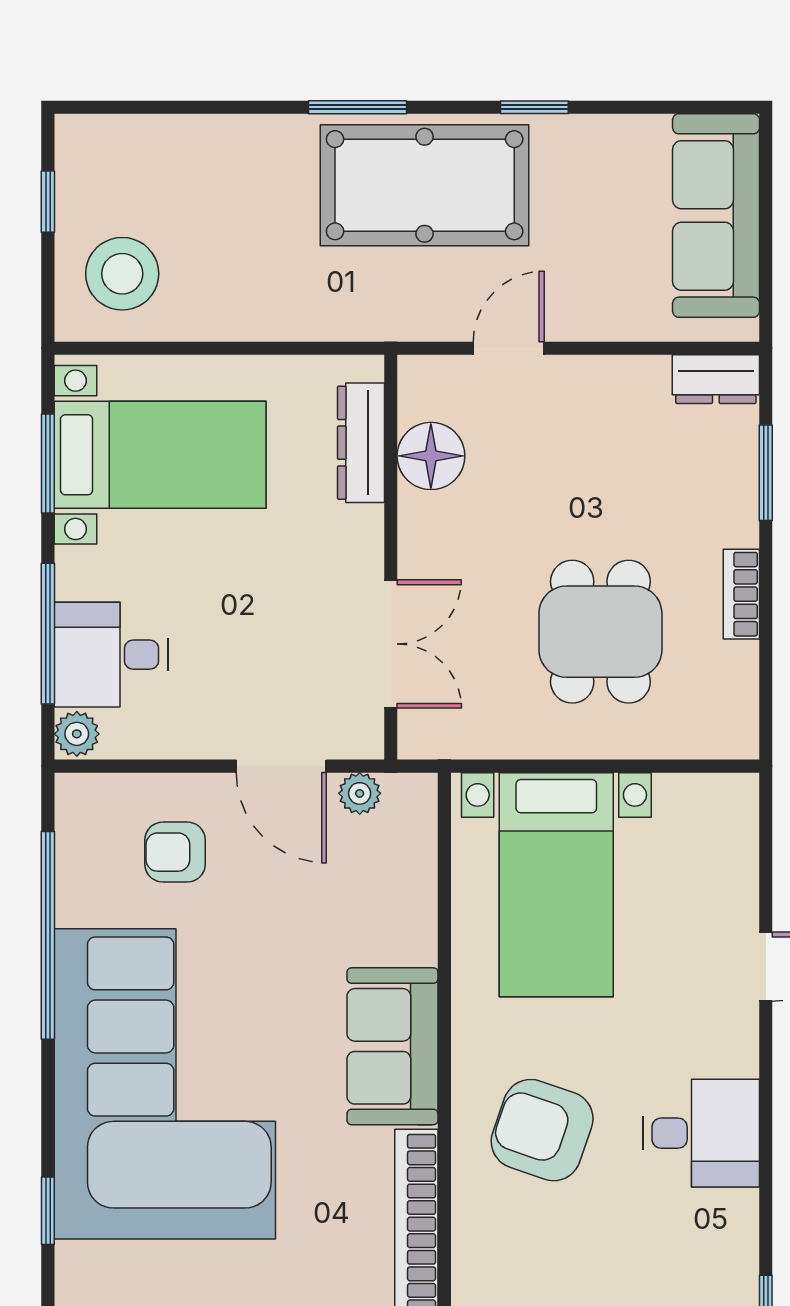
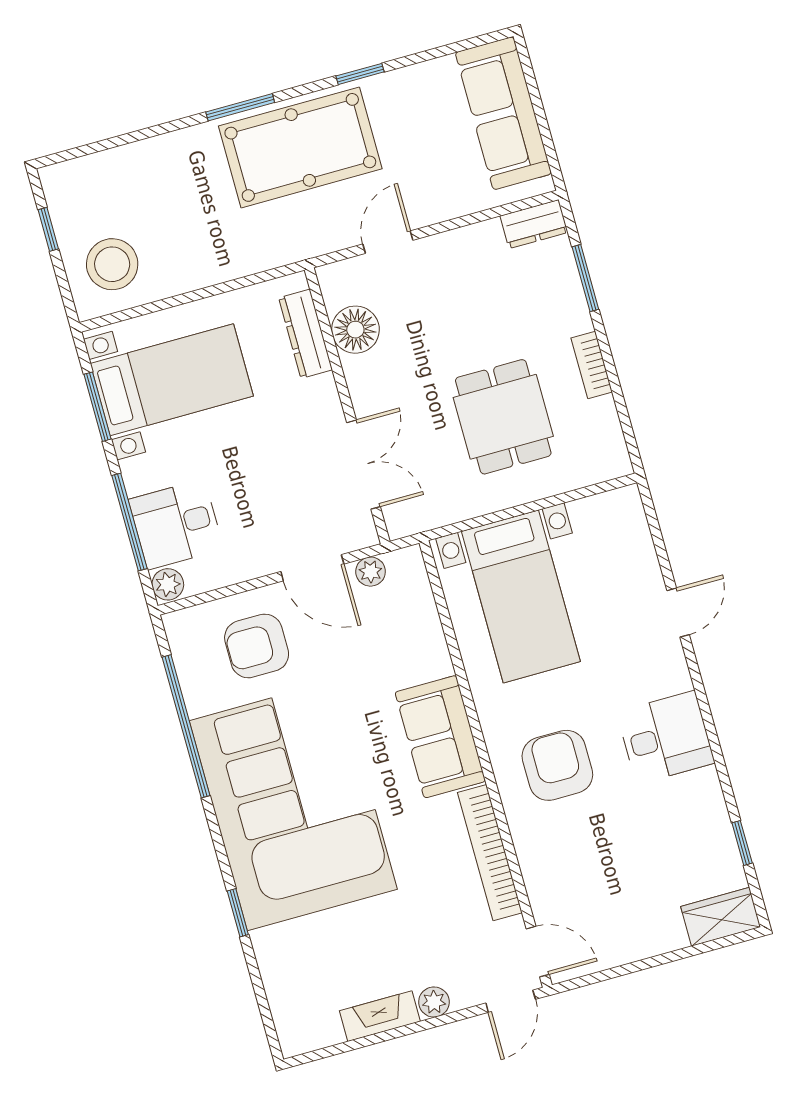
armchair: (175, 852) -> (257, 646), width x1.38, depth x1.38
armchair: (542, 1130) -> (557, 765), turned 71

